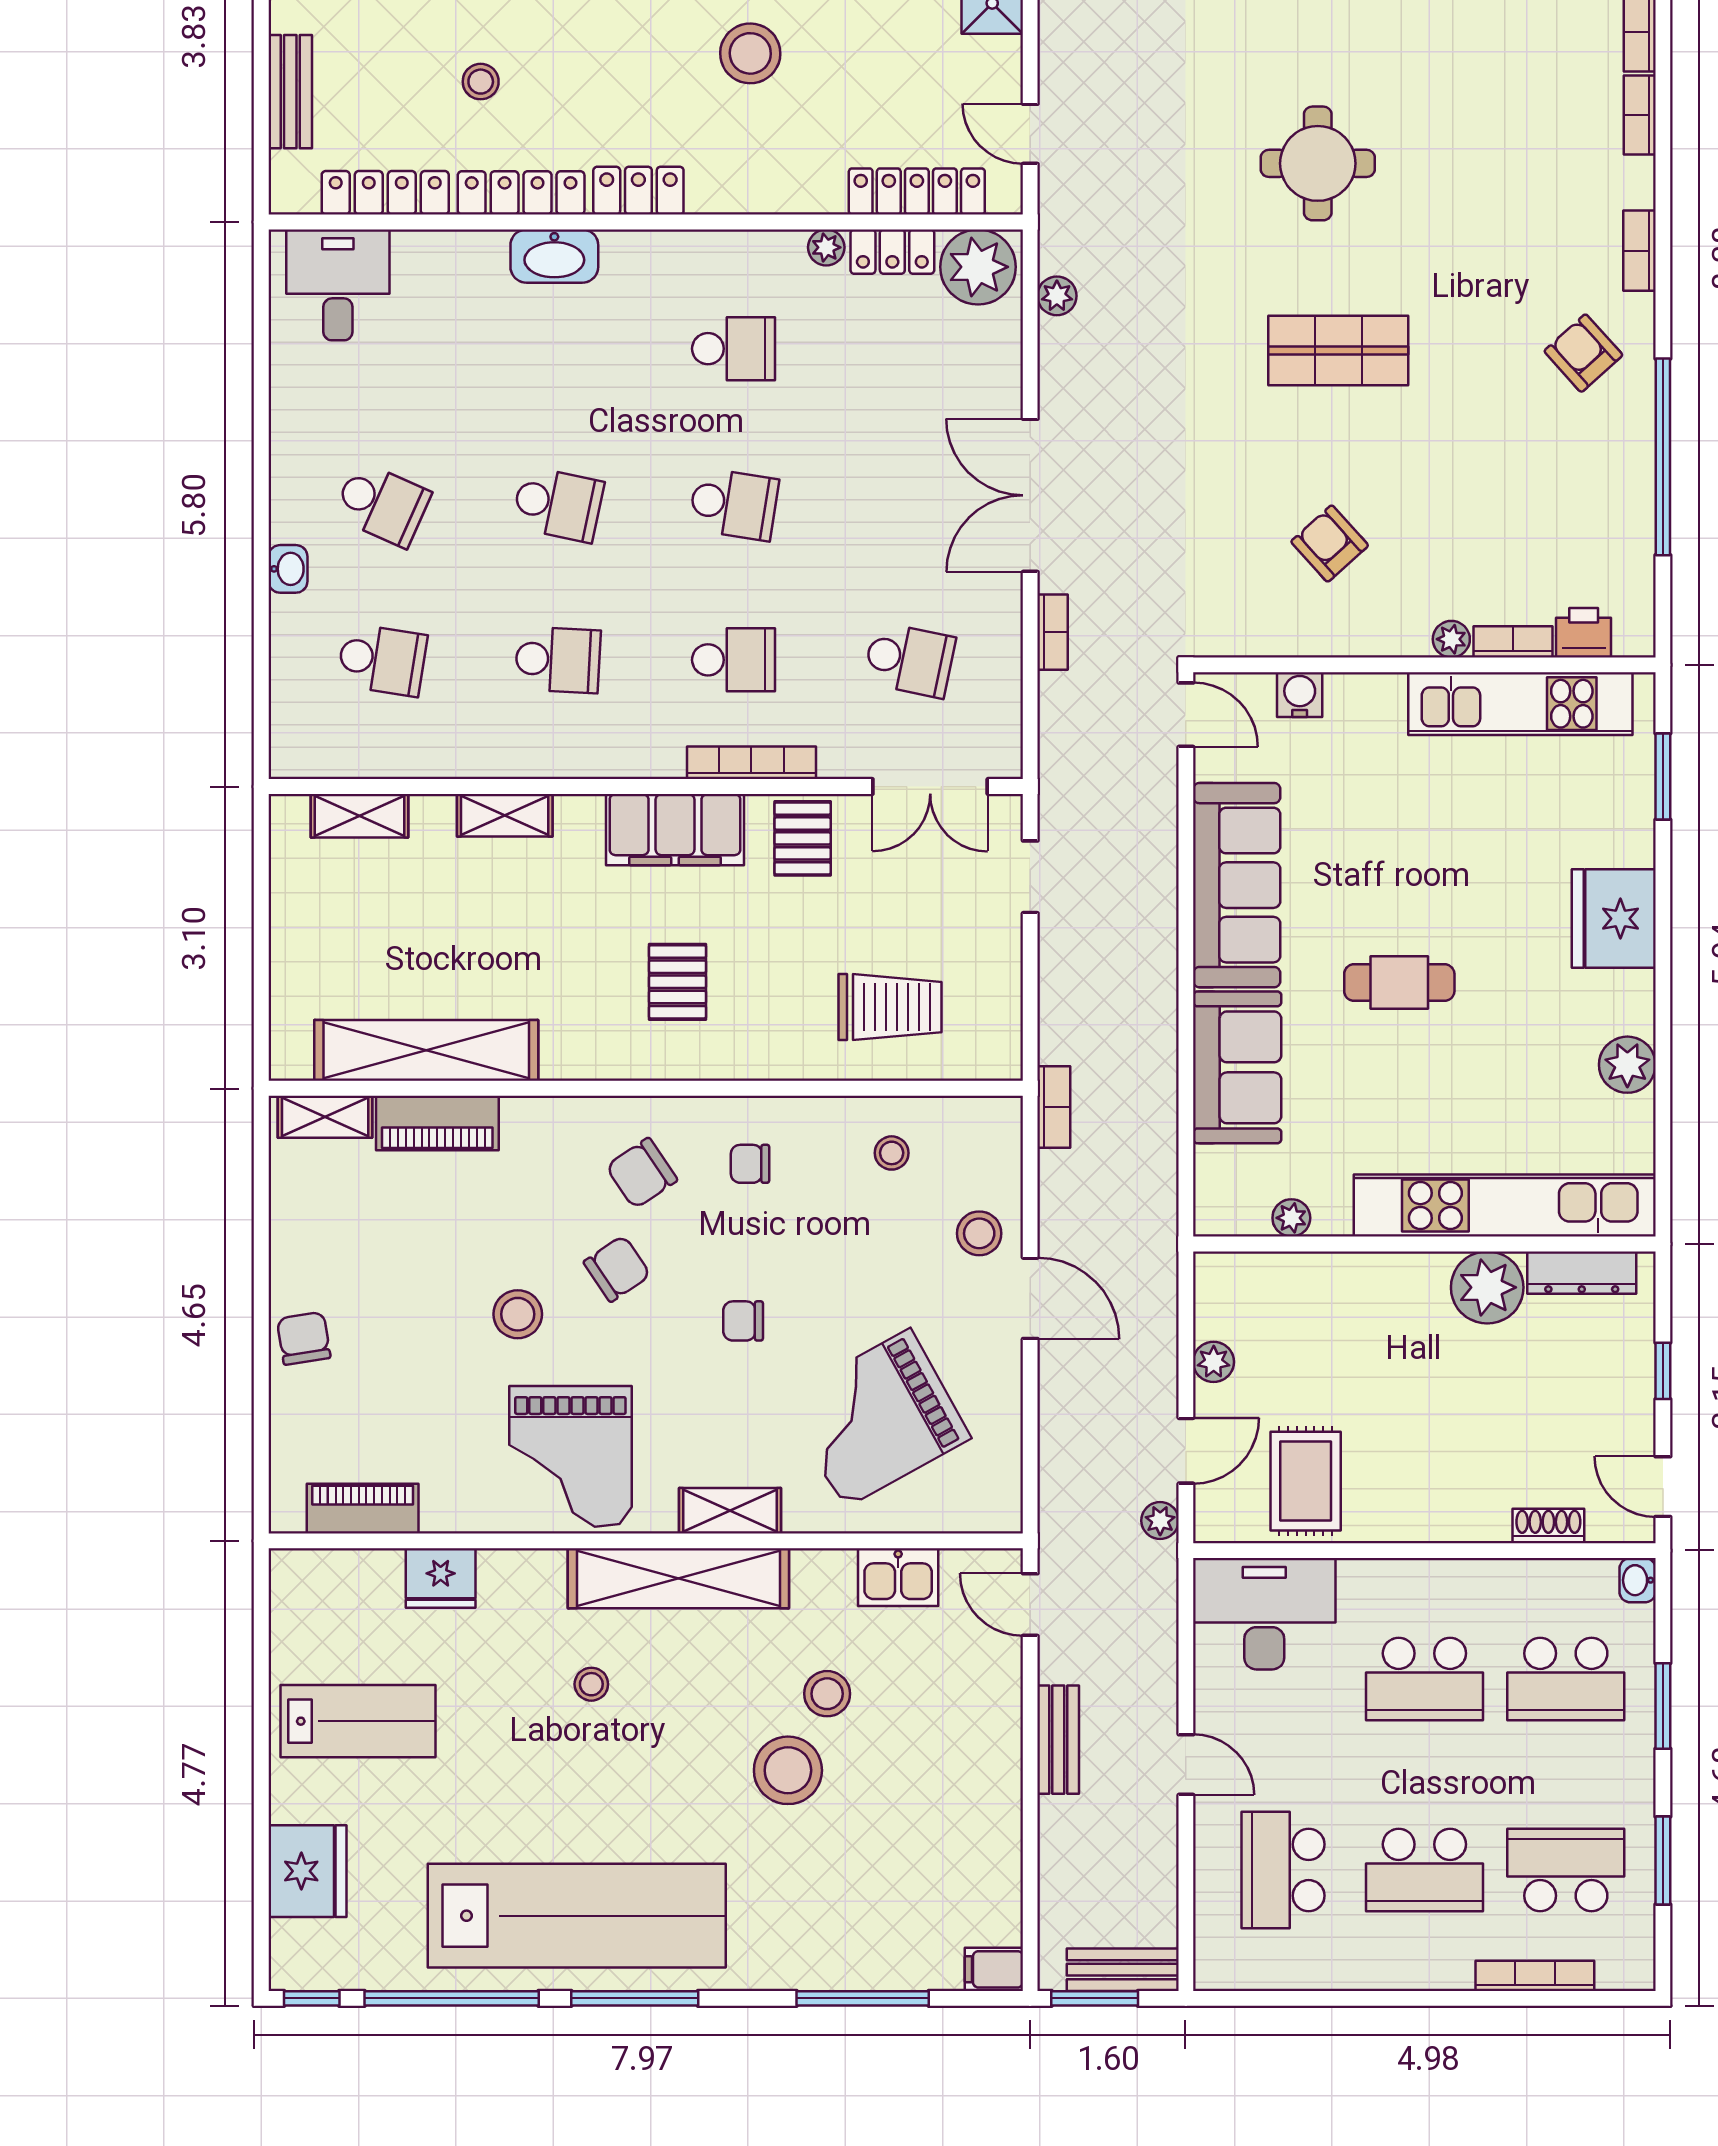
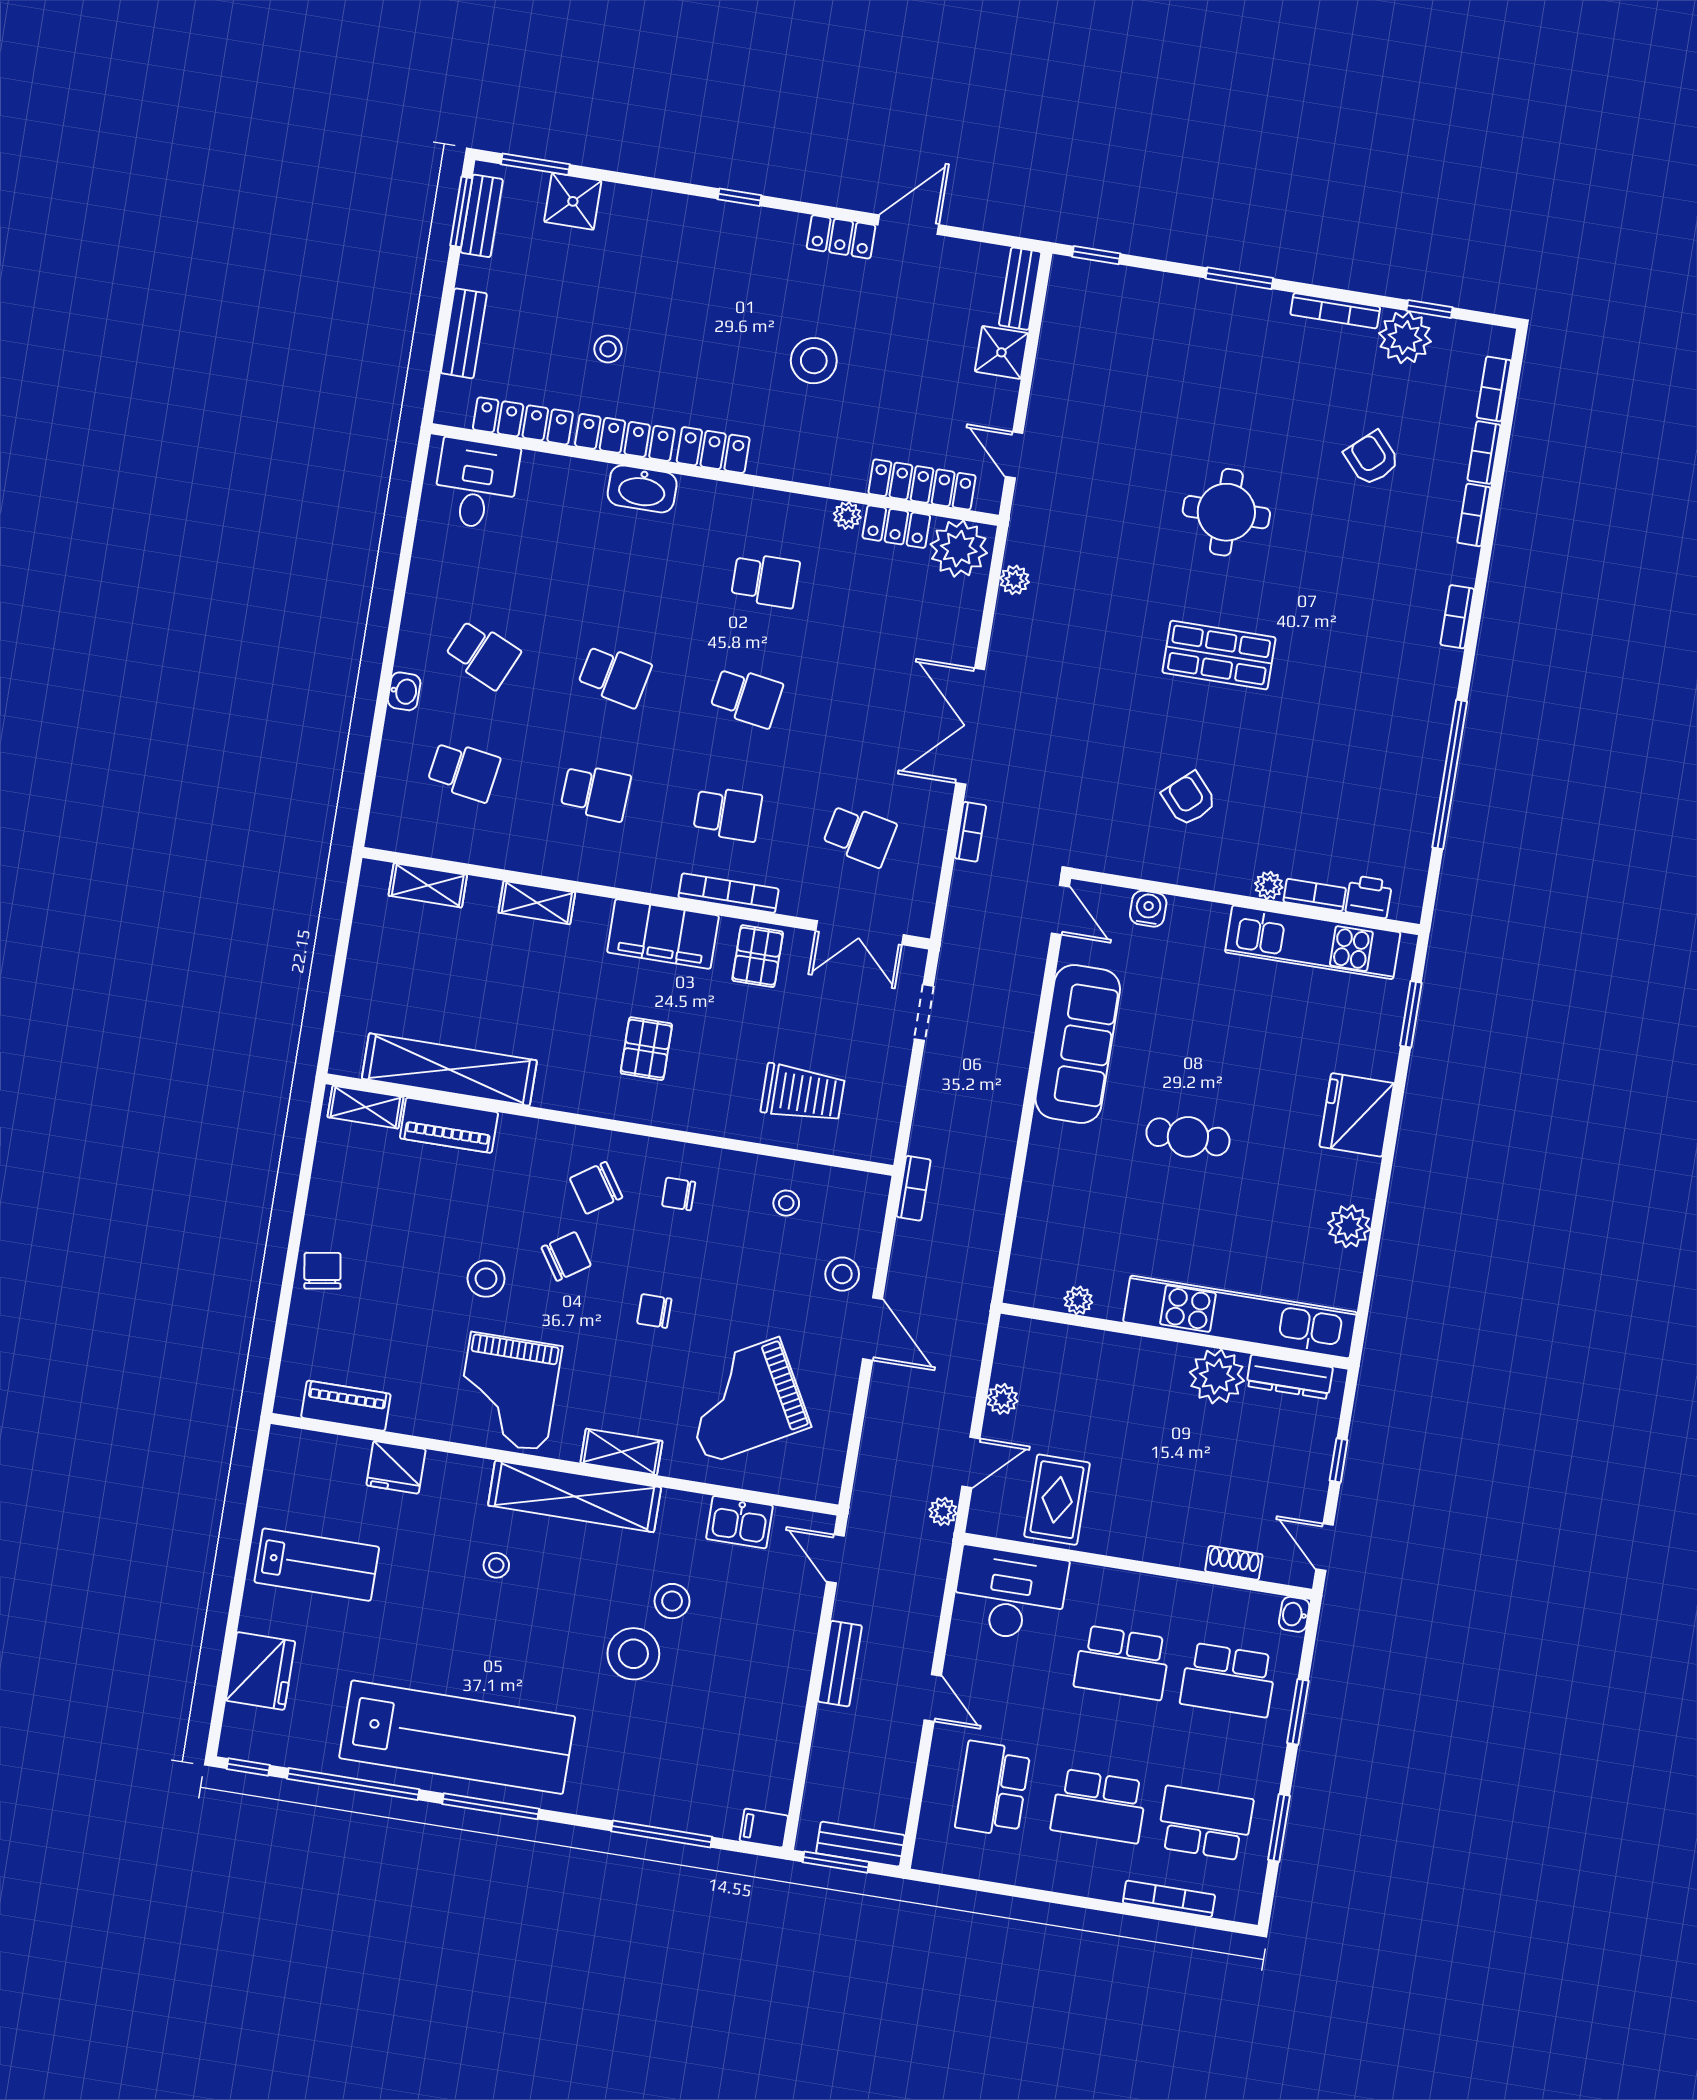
armchair: (1583, 353) -> (1372, 458), moved
sofa: (1237, 1067) -> (1056, 1181), removed

